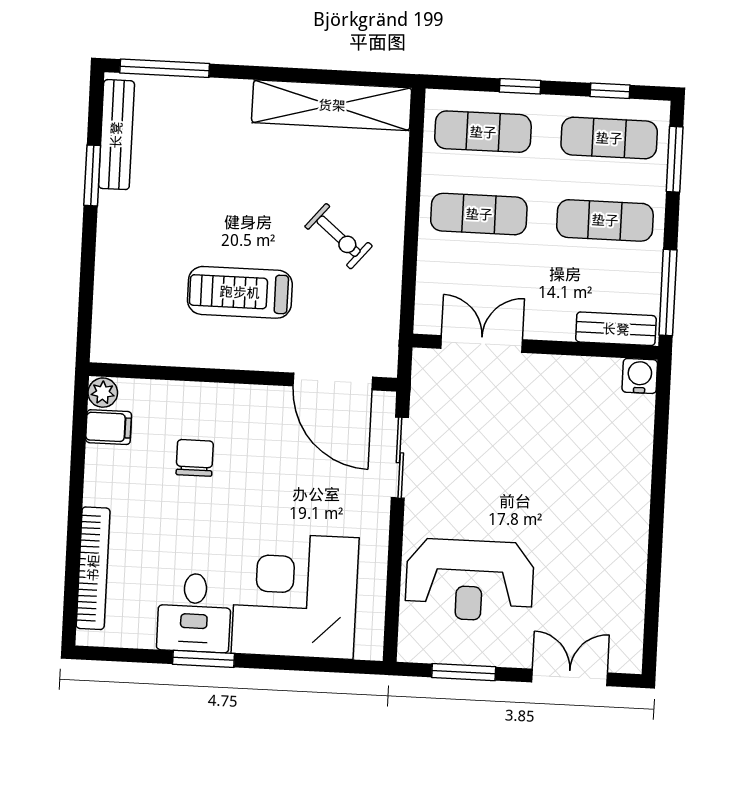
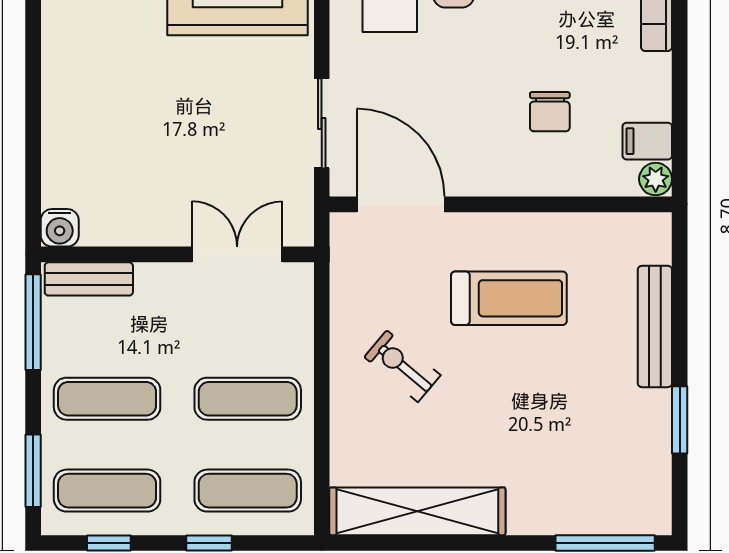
bench: (116, 135) -> (655, 326), moved
double door: (482, 344) -> (237, 254), swing flipped

